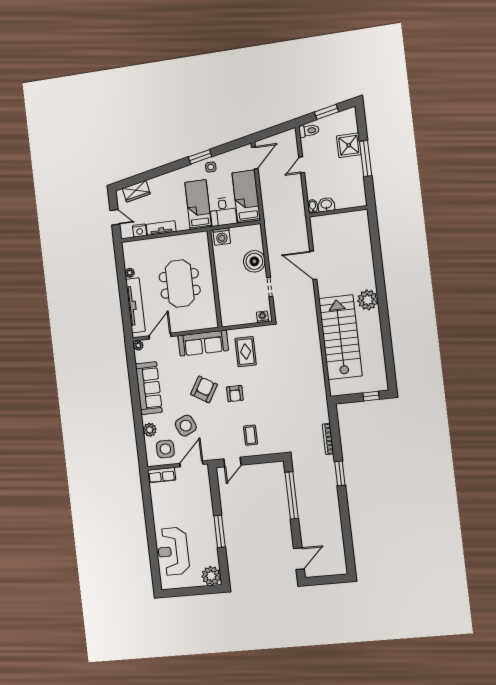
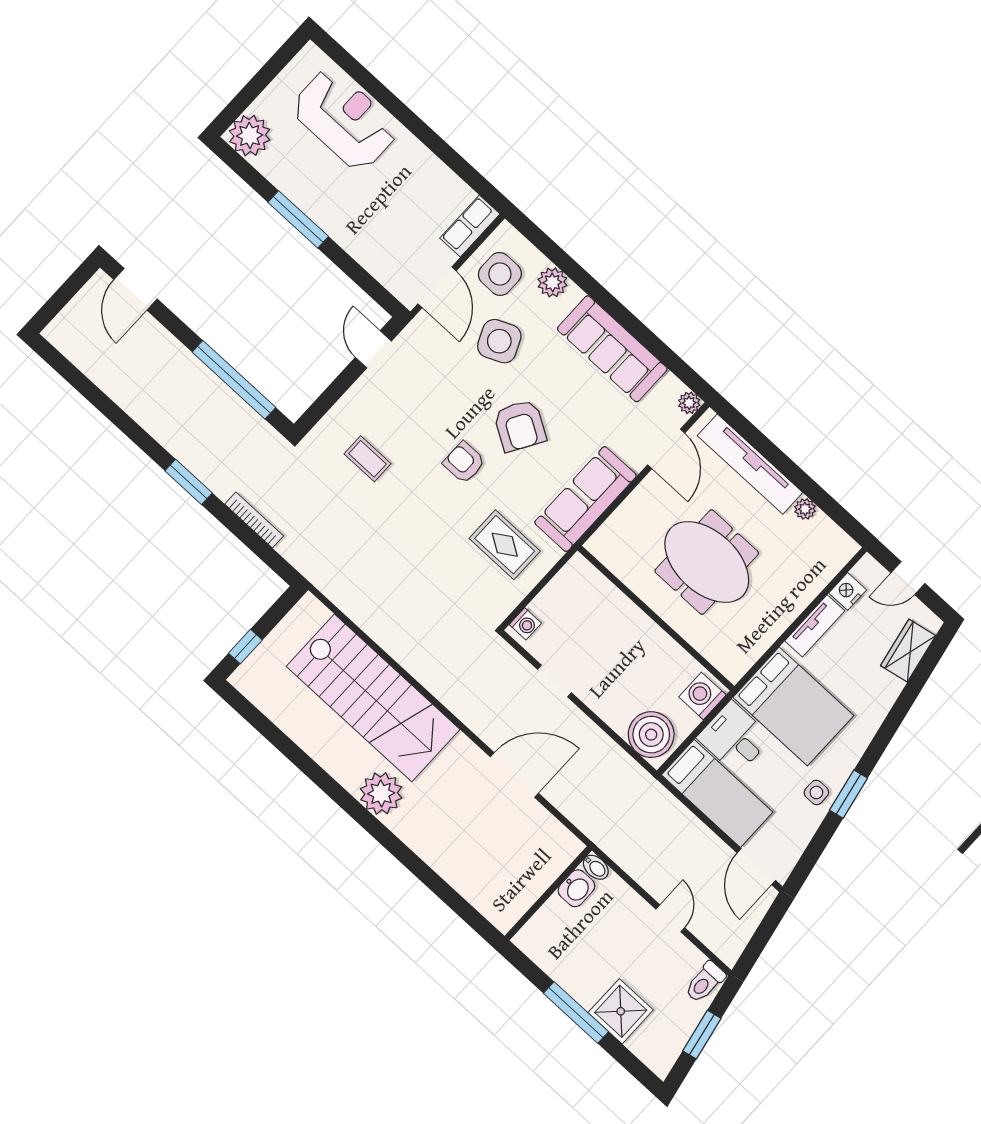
bed: (198, 205) -> (793, 706), width x1.50
boiler: (254, 261) -> (651, 735), moved
coffee table: (251, 435) -> (367, 459), moved

